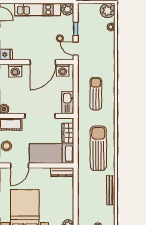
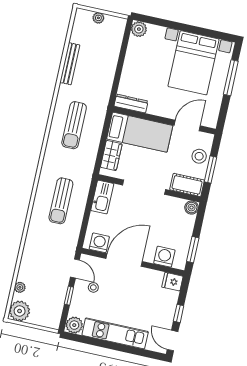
sun lounger: (98, 148) -> (74, 125), width x0.73, depth x0.75

